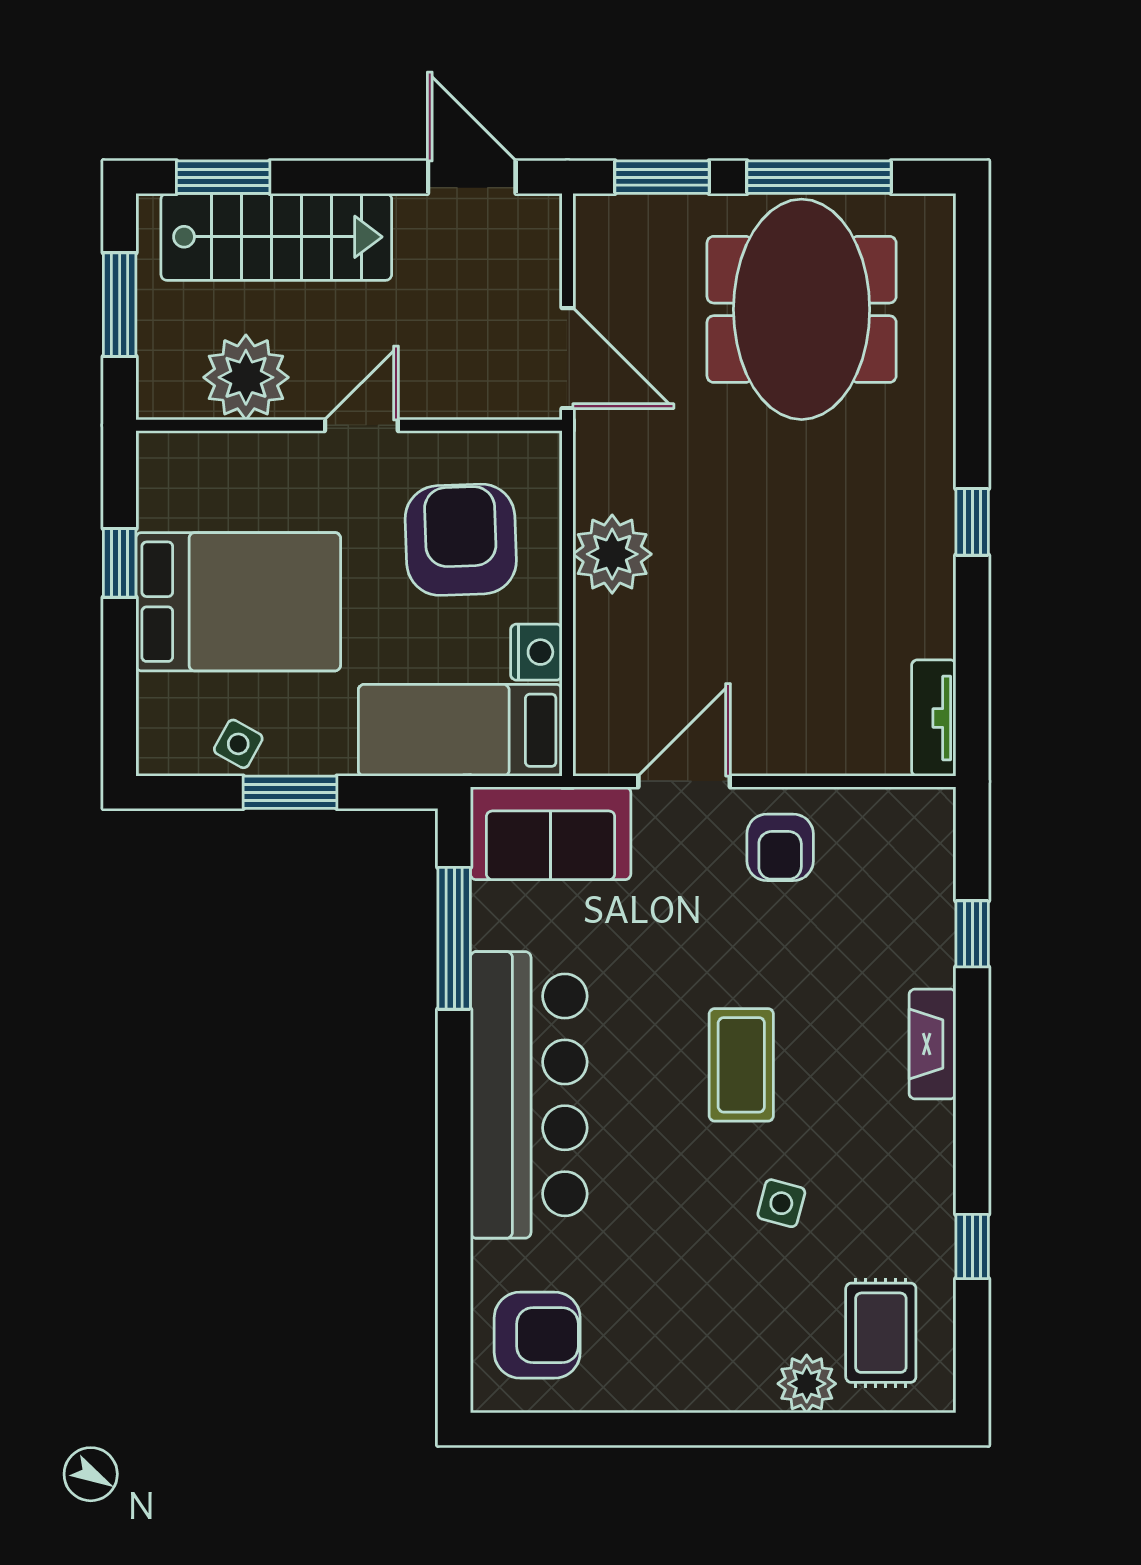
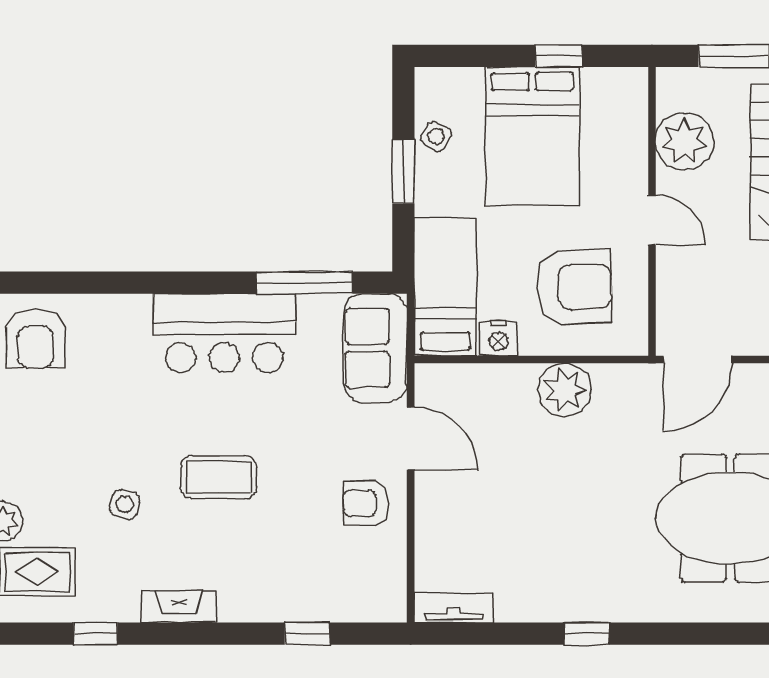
fireplace: (933, 1044) -> (179, 607), moved
bar counter: (529, 1095) -> (224, 333), width x0.73

